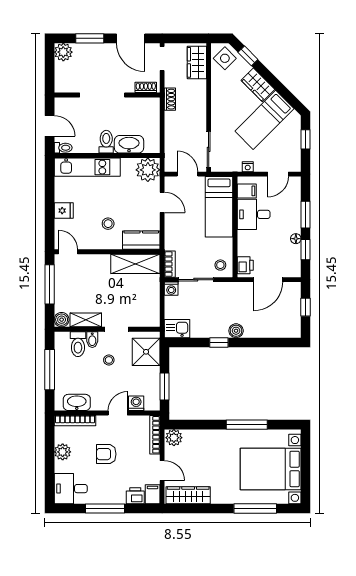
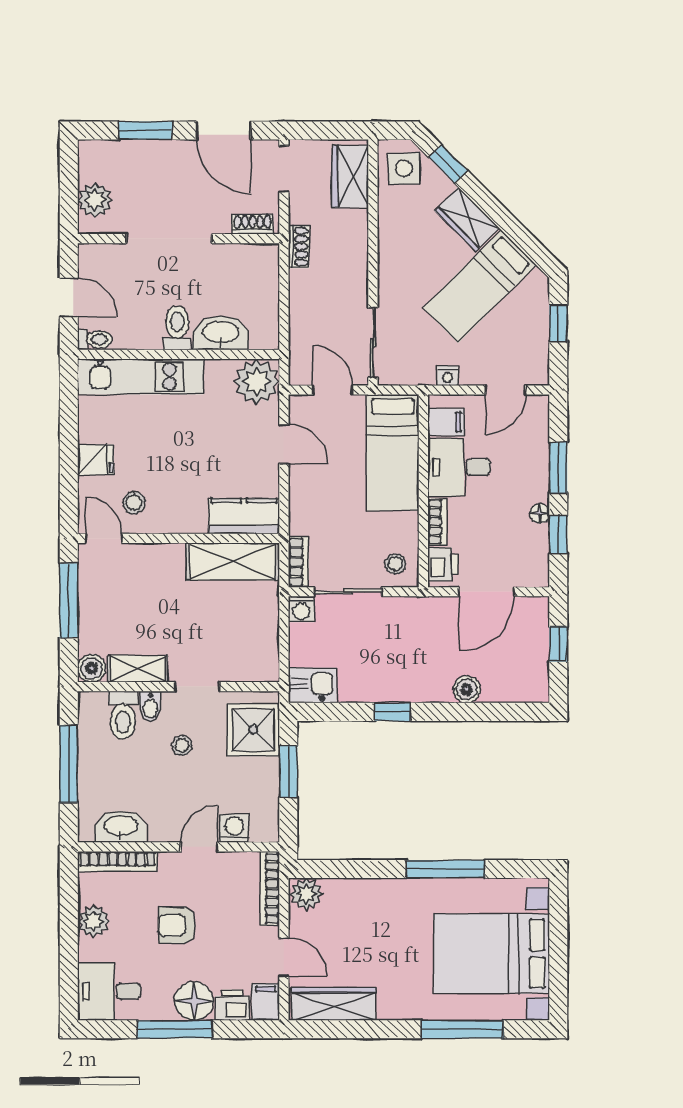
plant: (63, 52) -> (95, 200), moved
side table: (225, 58) -> (404, 169), turned 45
stool: (108, 224) -> (134, 503), moved
bookcase: (242, 243) -> (437, 522), added
boiler: (236, 331) -> (467, 689), moved
window: (164, 387) -> (288, 771), moved
floor lamp: (115, 494) -> (194, 1001), added

